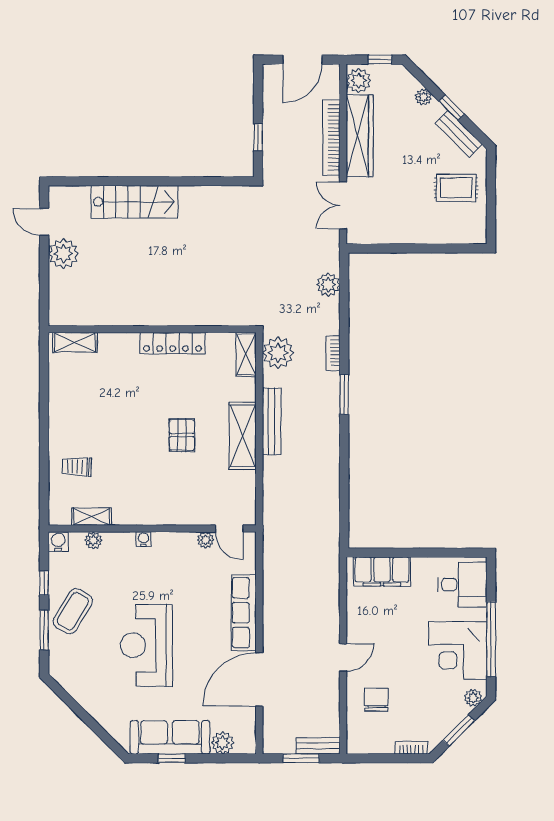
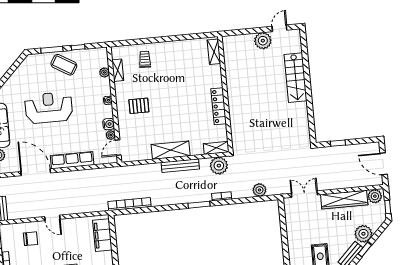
plant: (423, 97) -> (363, 234), width x1.87, depth x1.87
bookcase: (331, 137) -> (129, 204), moved
pallet: (182, 435) -> (139, 106), moved
water cooler: (58, 542) -> (109, 124), moved

